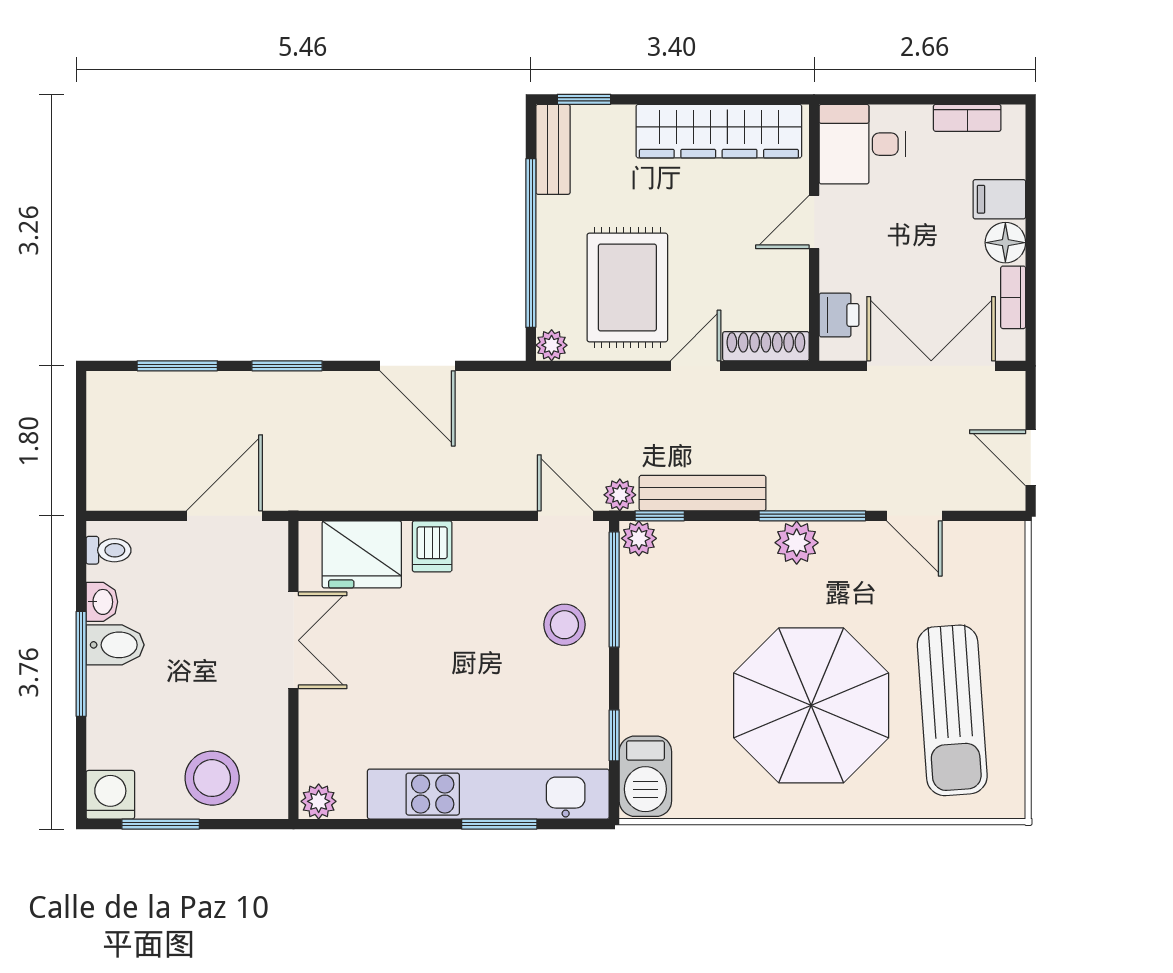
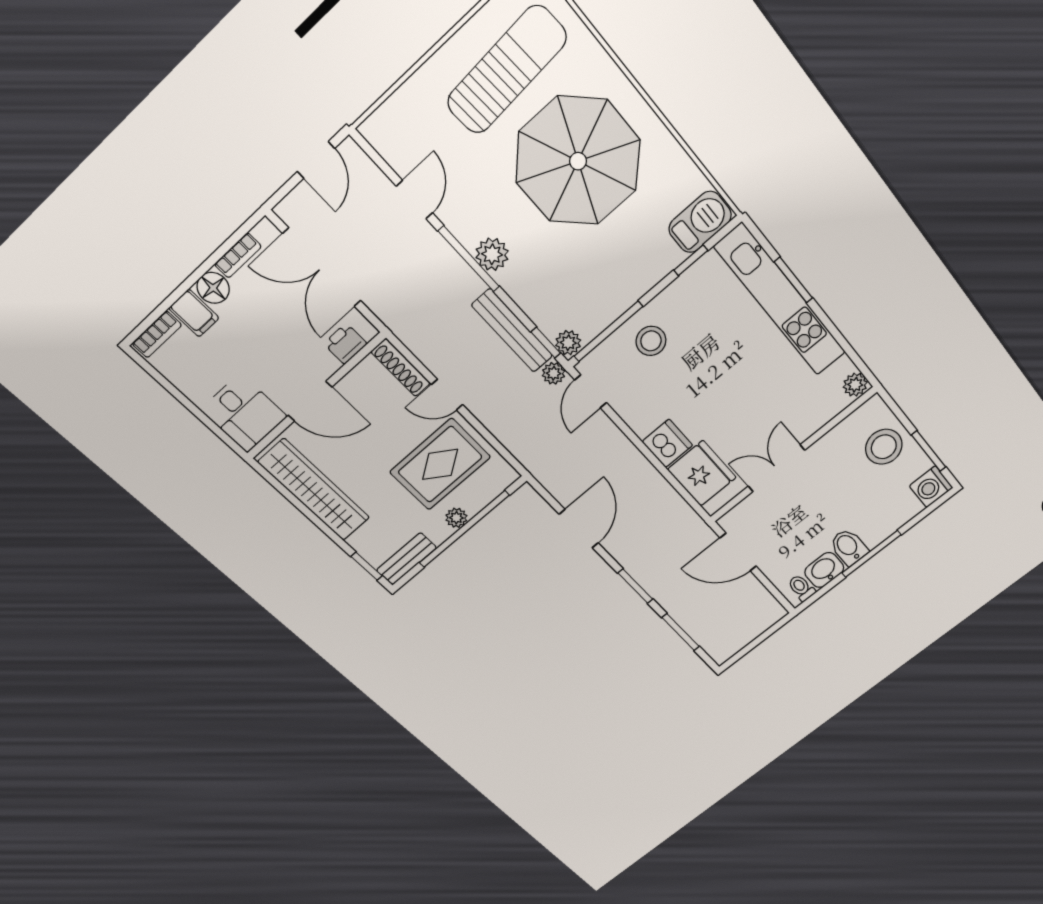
bookcase: (967, 118) -> (157, 334), moved, turned 90
door: (814, 222) -> (310, 401), width x1.38
plant: (552, 345) -> (456, 518), moved
dishwasher: (432, 546) -> (667, 443), width x1.38
washbasin: (102, 602) -> (824, 570), width x1.38, depth x1.45

